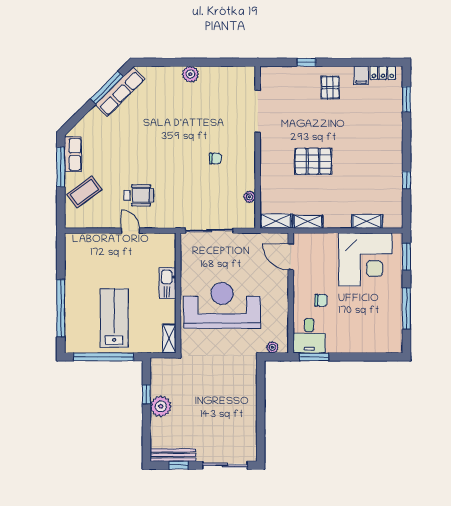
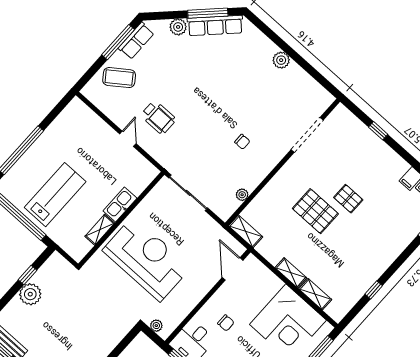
pallet: (330, 87) -> (348, 199), moved, turned 90
plant: (94, 117) -> (178, 27), added
shelving: (308, 222) -> (291, 273), moved
shelving: (169, 339) -> (100, 230), moved

